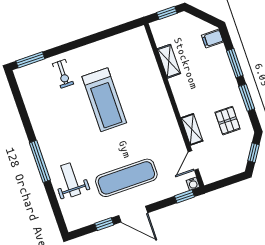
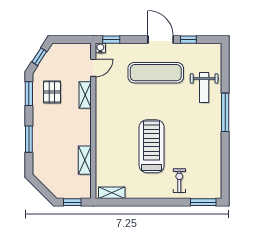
shelving: (129, 37) -> (112, 193), added
filing cabinet: (212, 39) -> (41, 167), removed
window: (247, 98) -> (29, 94), moved

